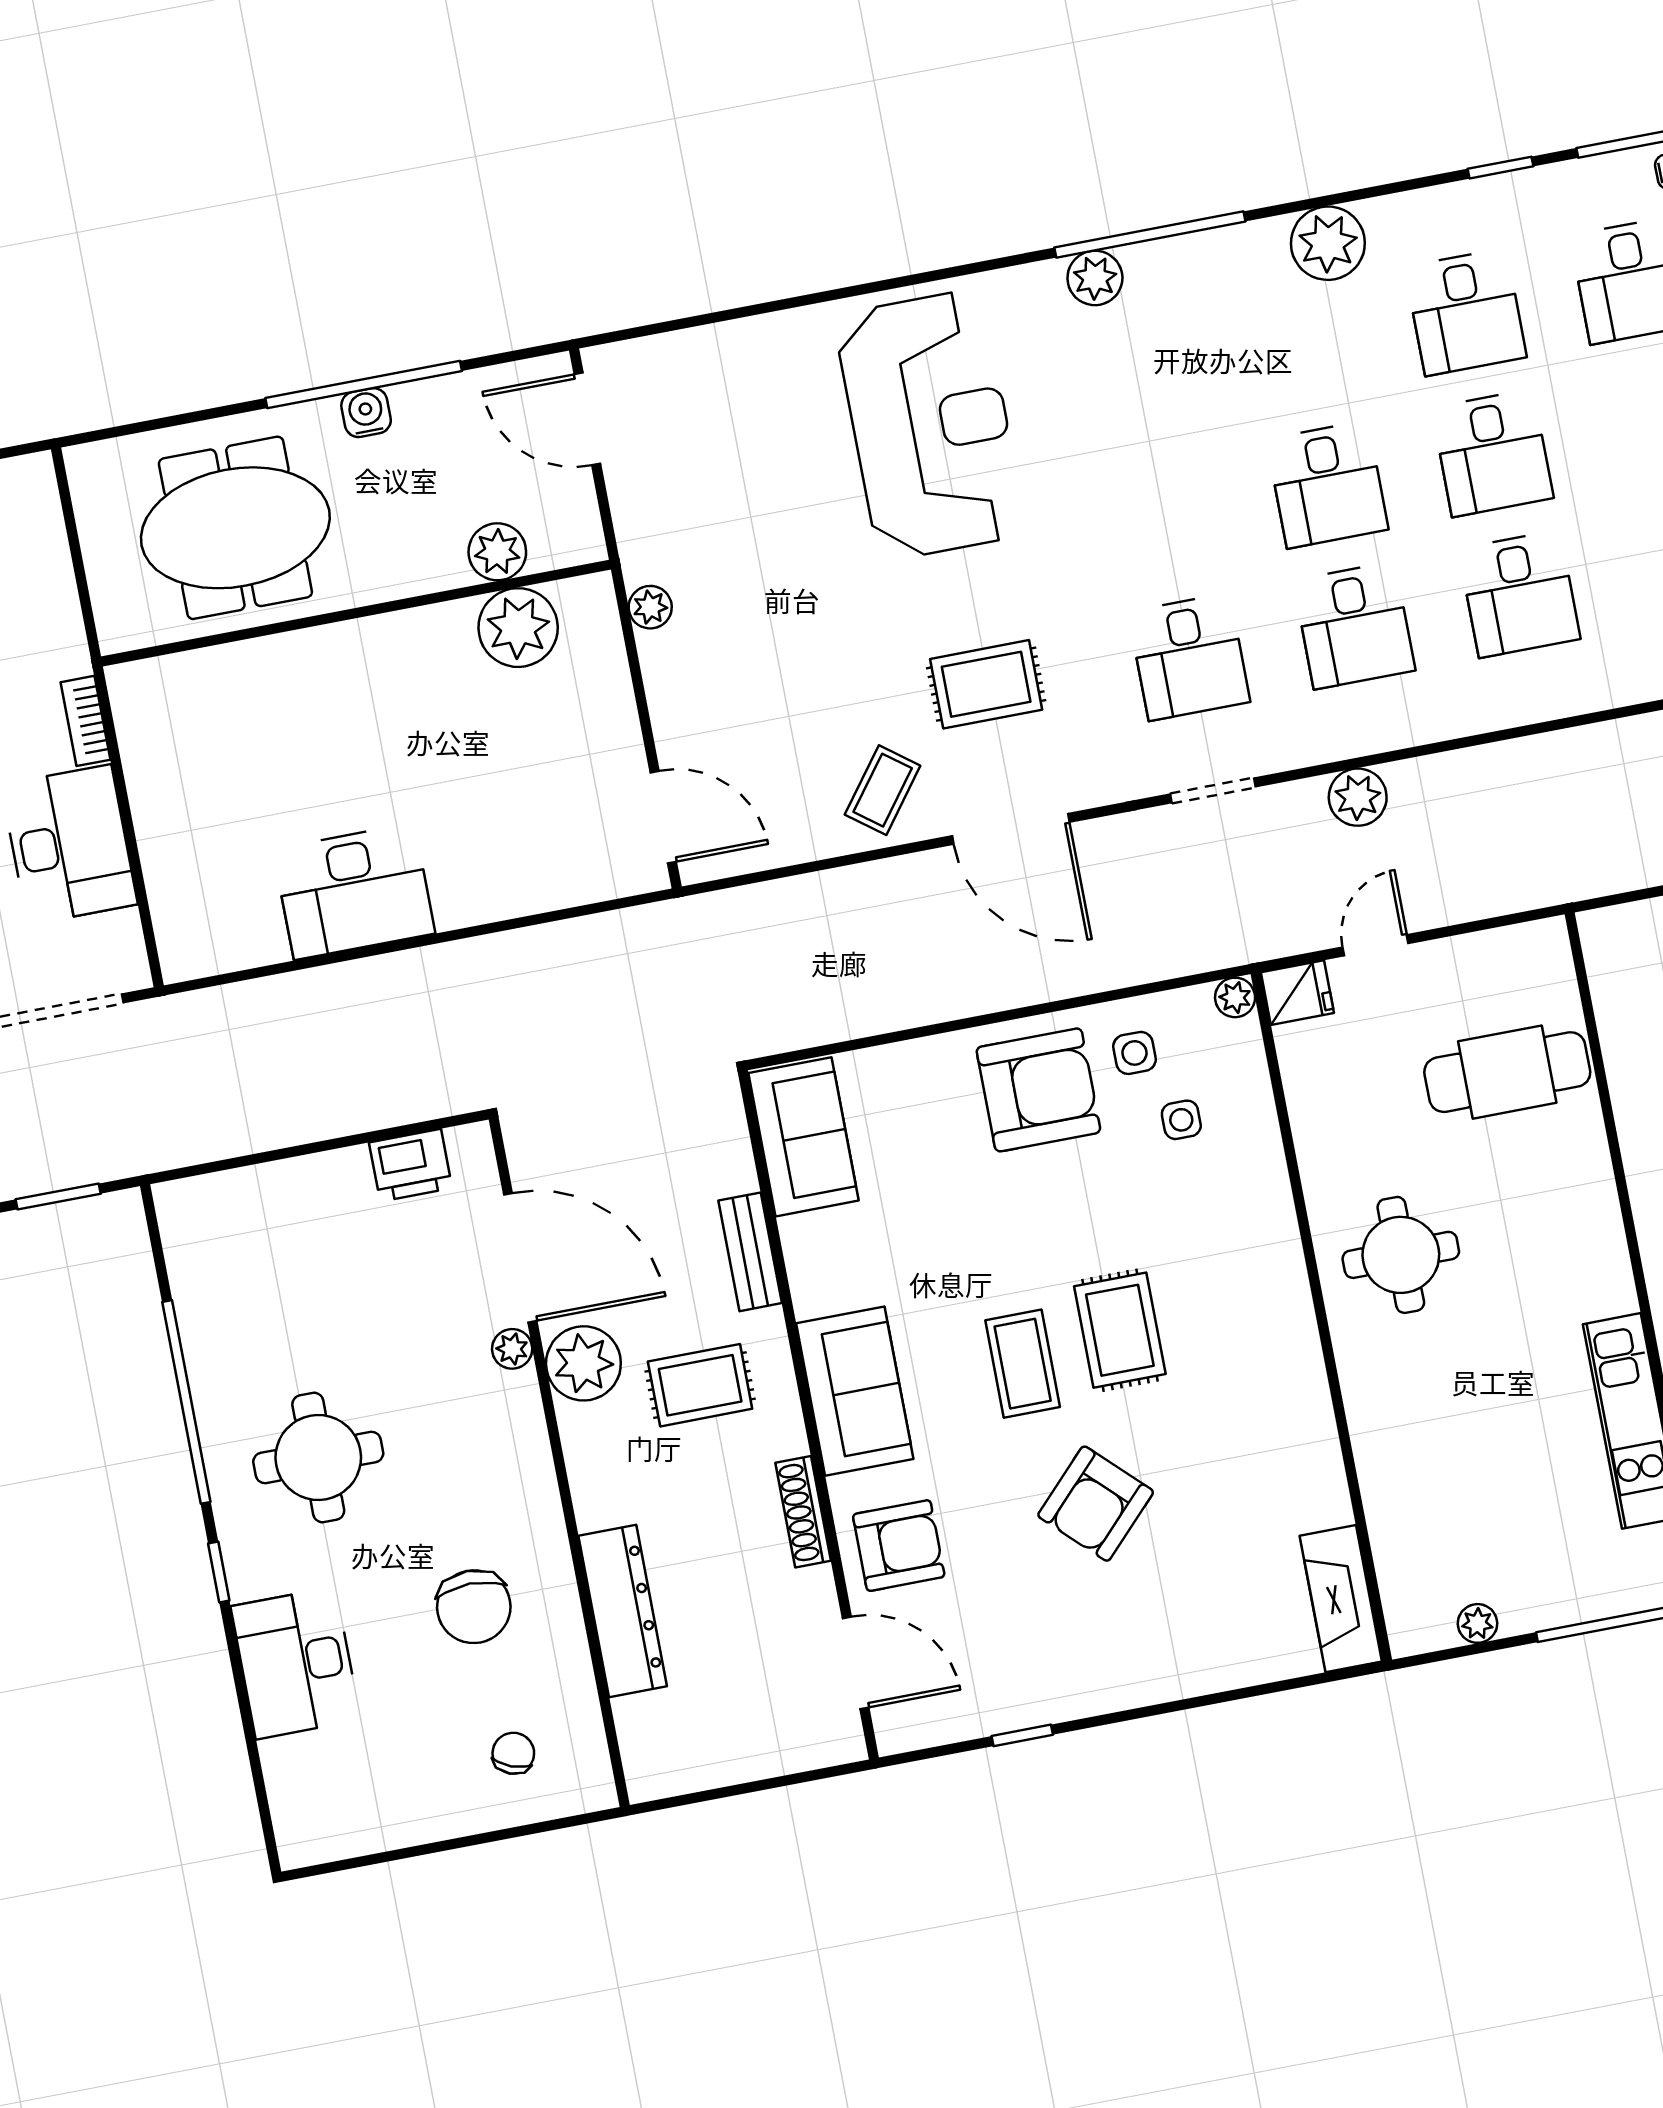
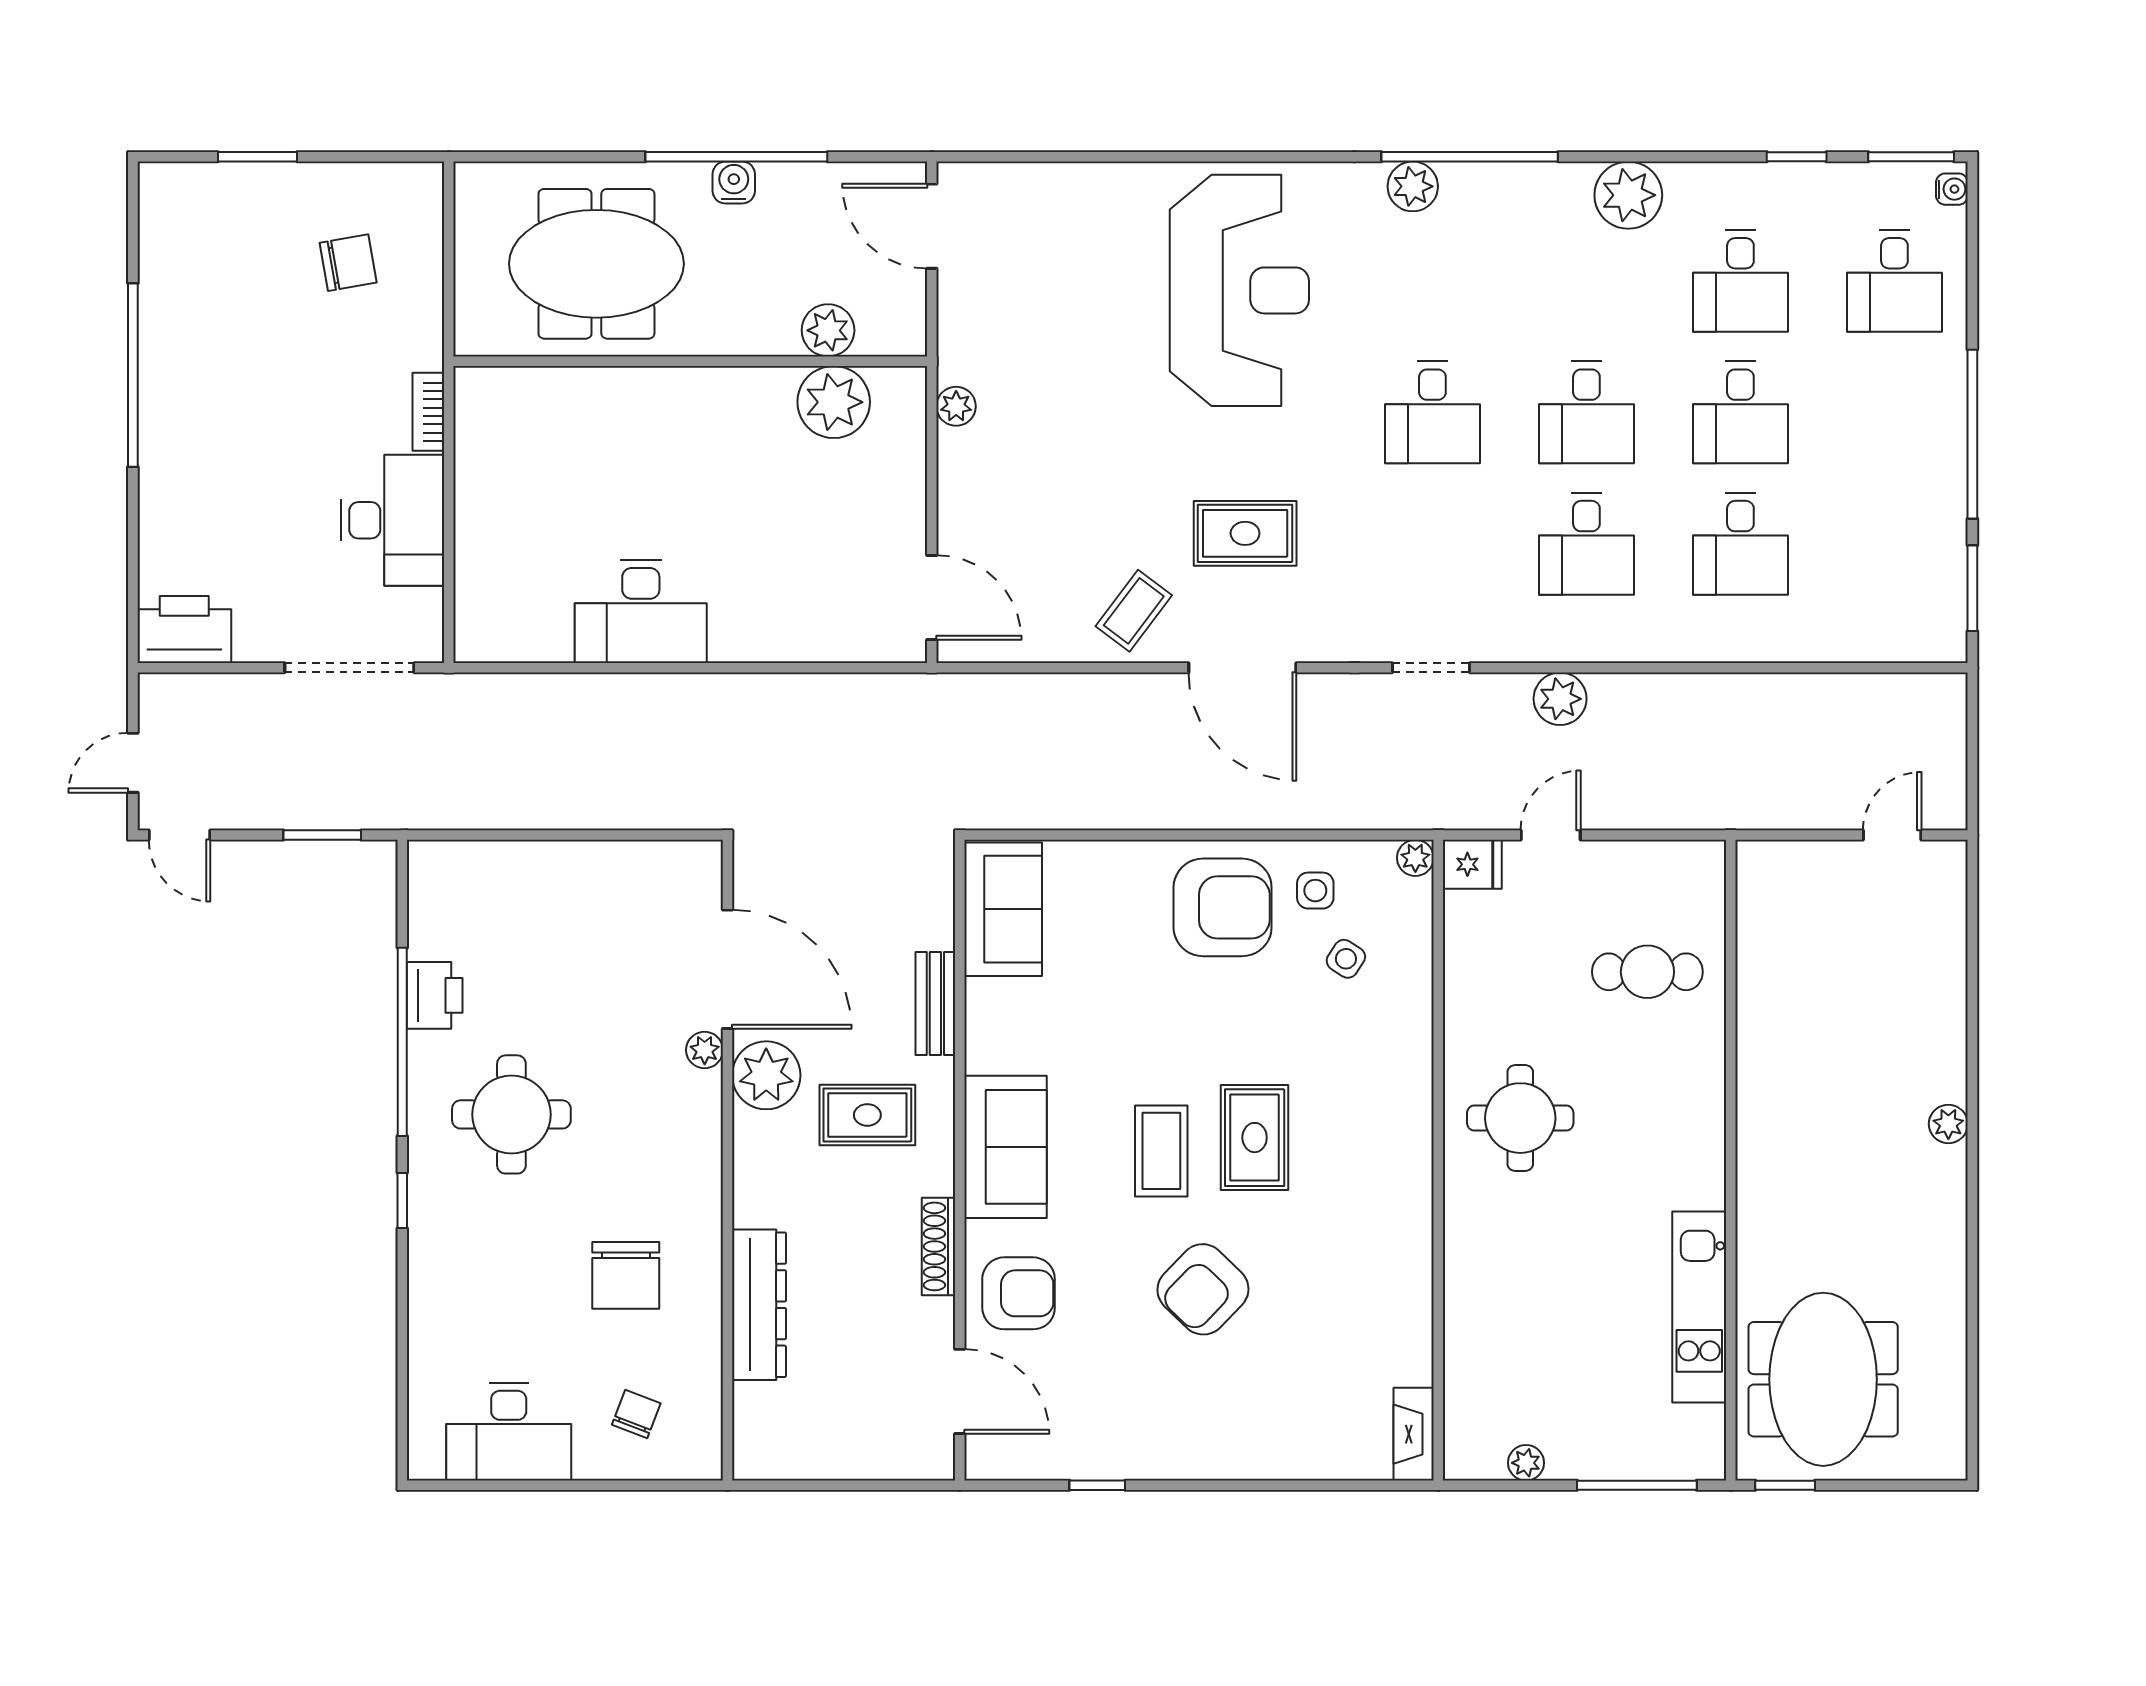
desk: (1189, 657) -> (1432, 412), moved
cafe table: (1507, 1072) -> (1647, 972), width x0.73, depth x0.74
side table: (1181, 1120) -> (1346, 959), turned 33
printer: (411, 1165) -> (435, 995), moved, turned -90
fireplace: (1341, 1599) -> (1414, 1434), width x0.73, depth x0.76
desk: (296, 1663) -> (509, 1432), moved, turned -90

